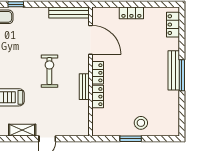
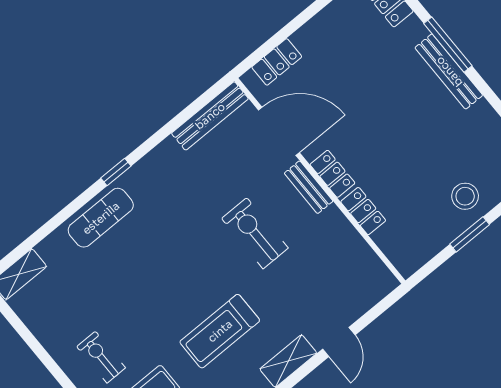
locker: (131, 13) -> (277, 62), moved
window: (182, 75) -> (448, 45), moved
bench: (84, 87) -> (309, 187), moved

